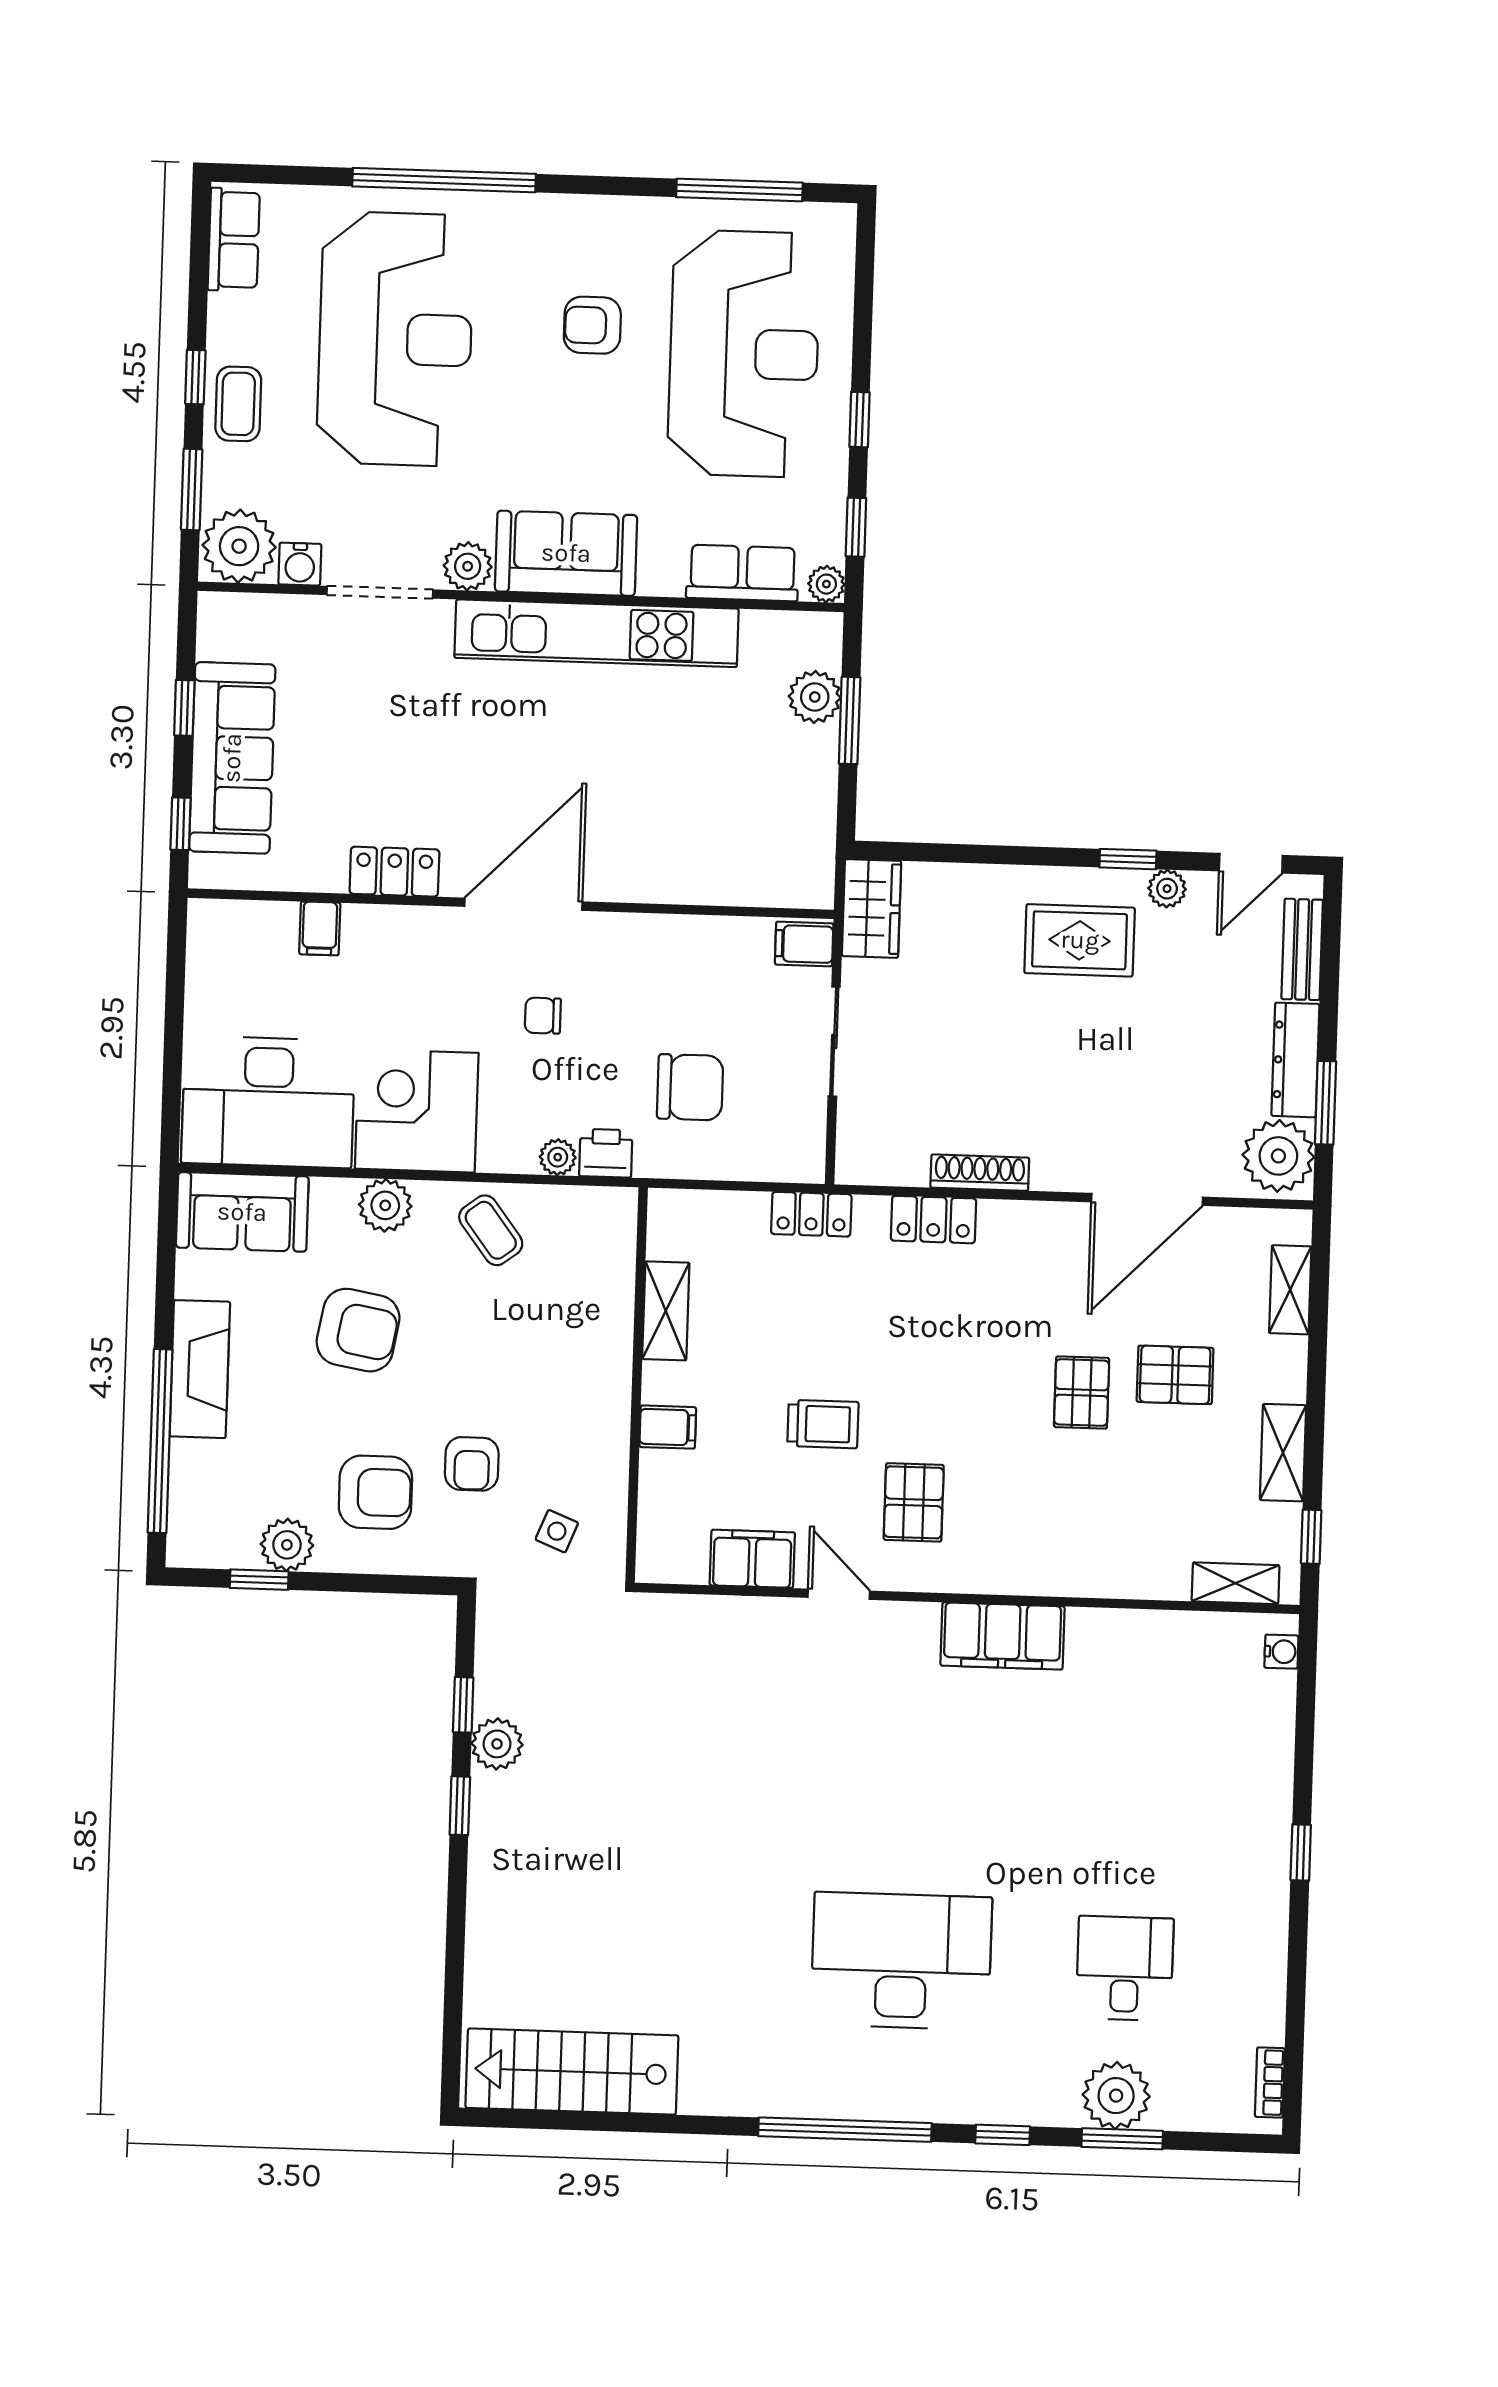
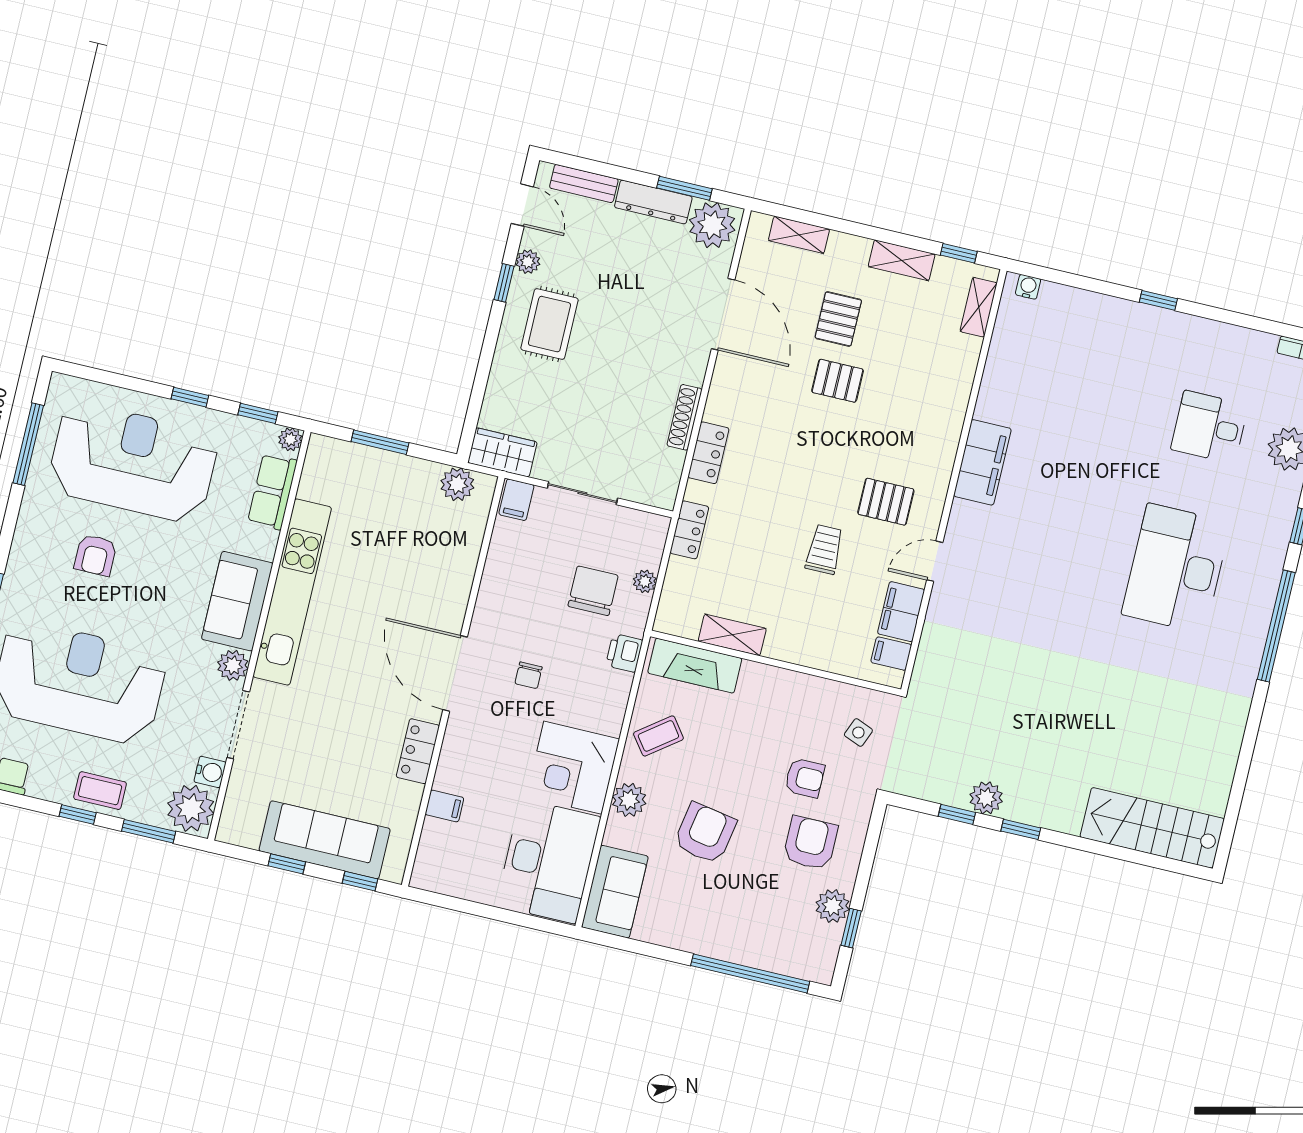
plant: (815, 697) -> (457, 484), moved
plant: (558, 1157) -> (645, 581), moved
fireplace: (200, 1369) -> (695, 666), moved, turned 180
filing cabinet: (668, 1427) -> (891, 654), moved, turned -90
stairs: (572, 2072) -> (1152, 828), moved, turned 90

